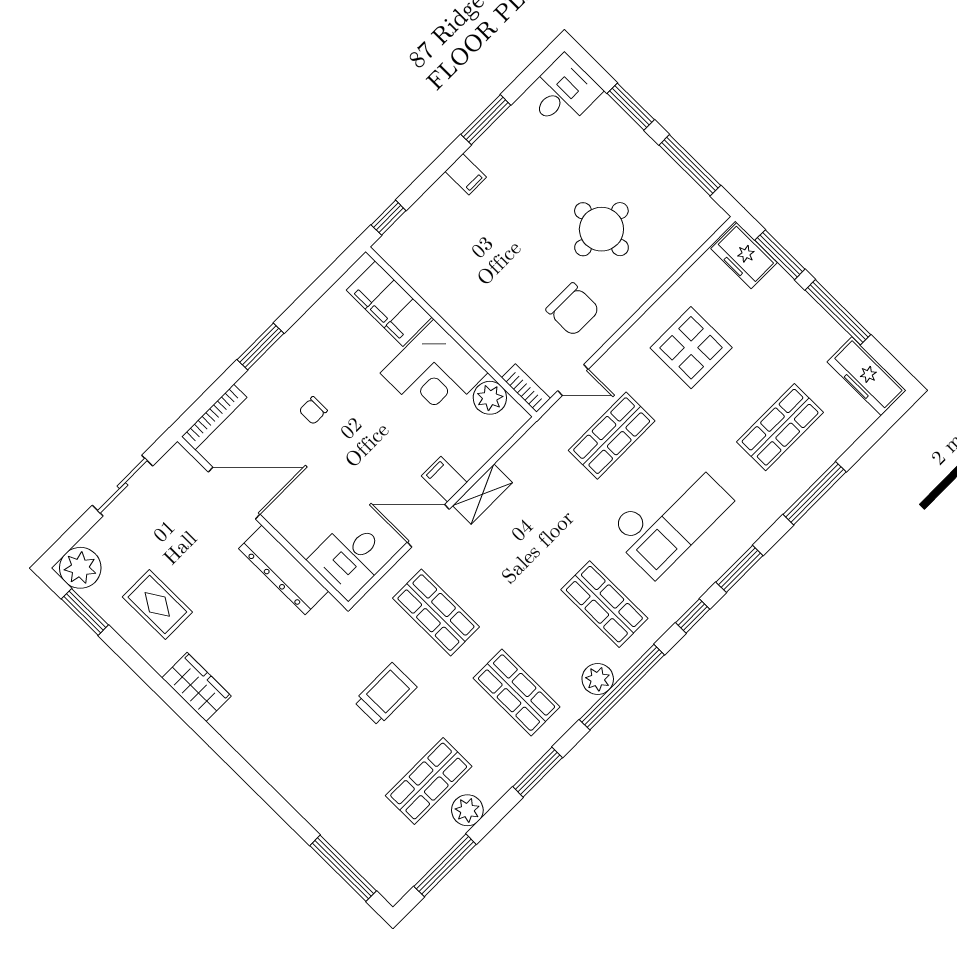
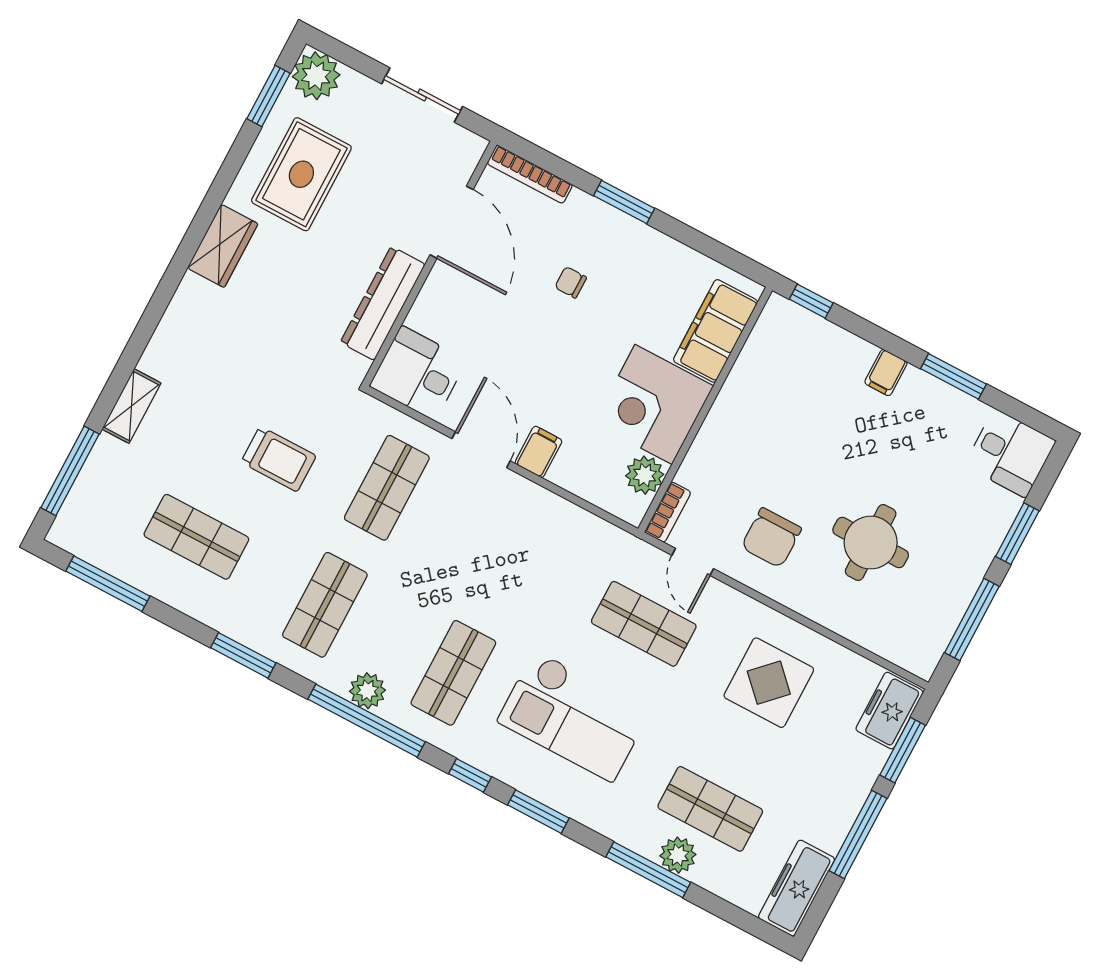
shelving: (482, 494) -> (131, 406), moved, turned 90
rug: (157, 604) -> (301, 174), width x1.36, depth x1.43
plant: (467, 810) -> (678, 855), moved

